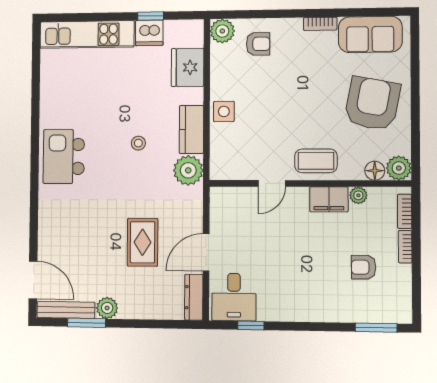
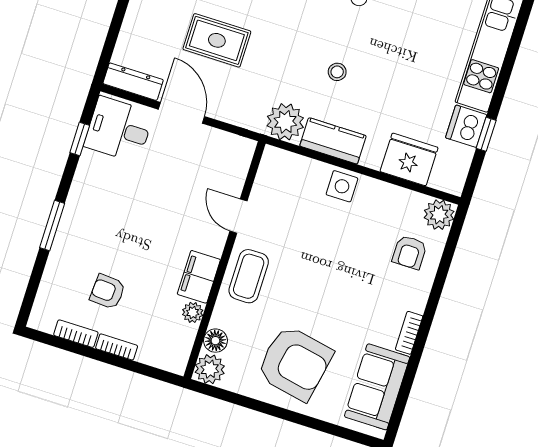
bookcase: (405, 211) -> (76, 334), moved
armchair: (364, 267) -> (108, 292), turned -86
window: (376, 328) -> (52, 226), moved

